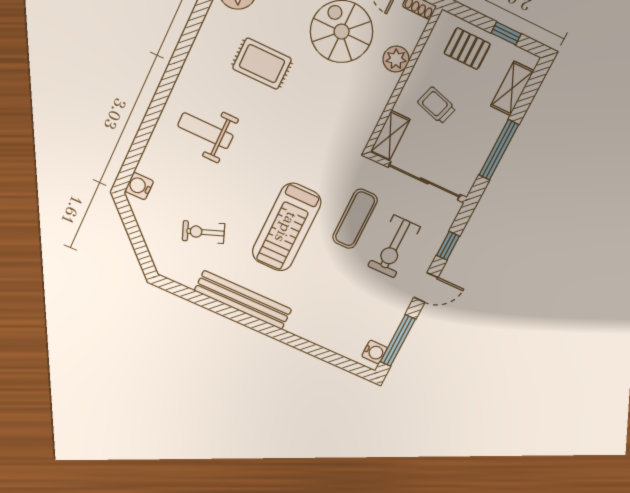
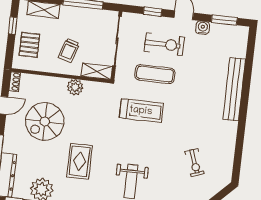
plant: (396, 59) -> (75, 87), moved
treadmill: (286, 227) -> (141, 111), moved, width x0.73, depth x0.73
bench: (243, 300) -> (234, 89), moved
window: (398, 341) -> (224, 20), width x0.69
water cooler: (374, 352) -> (203, 28), moved

